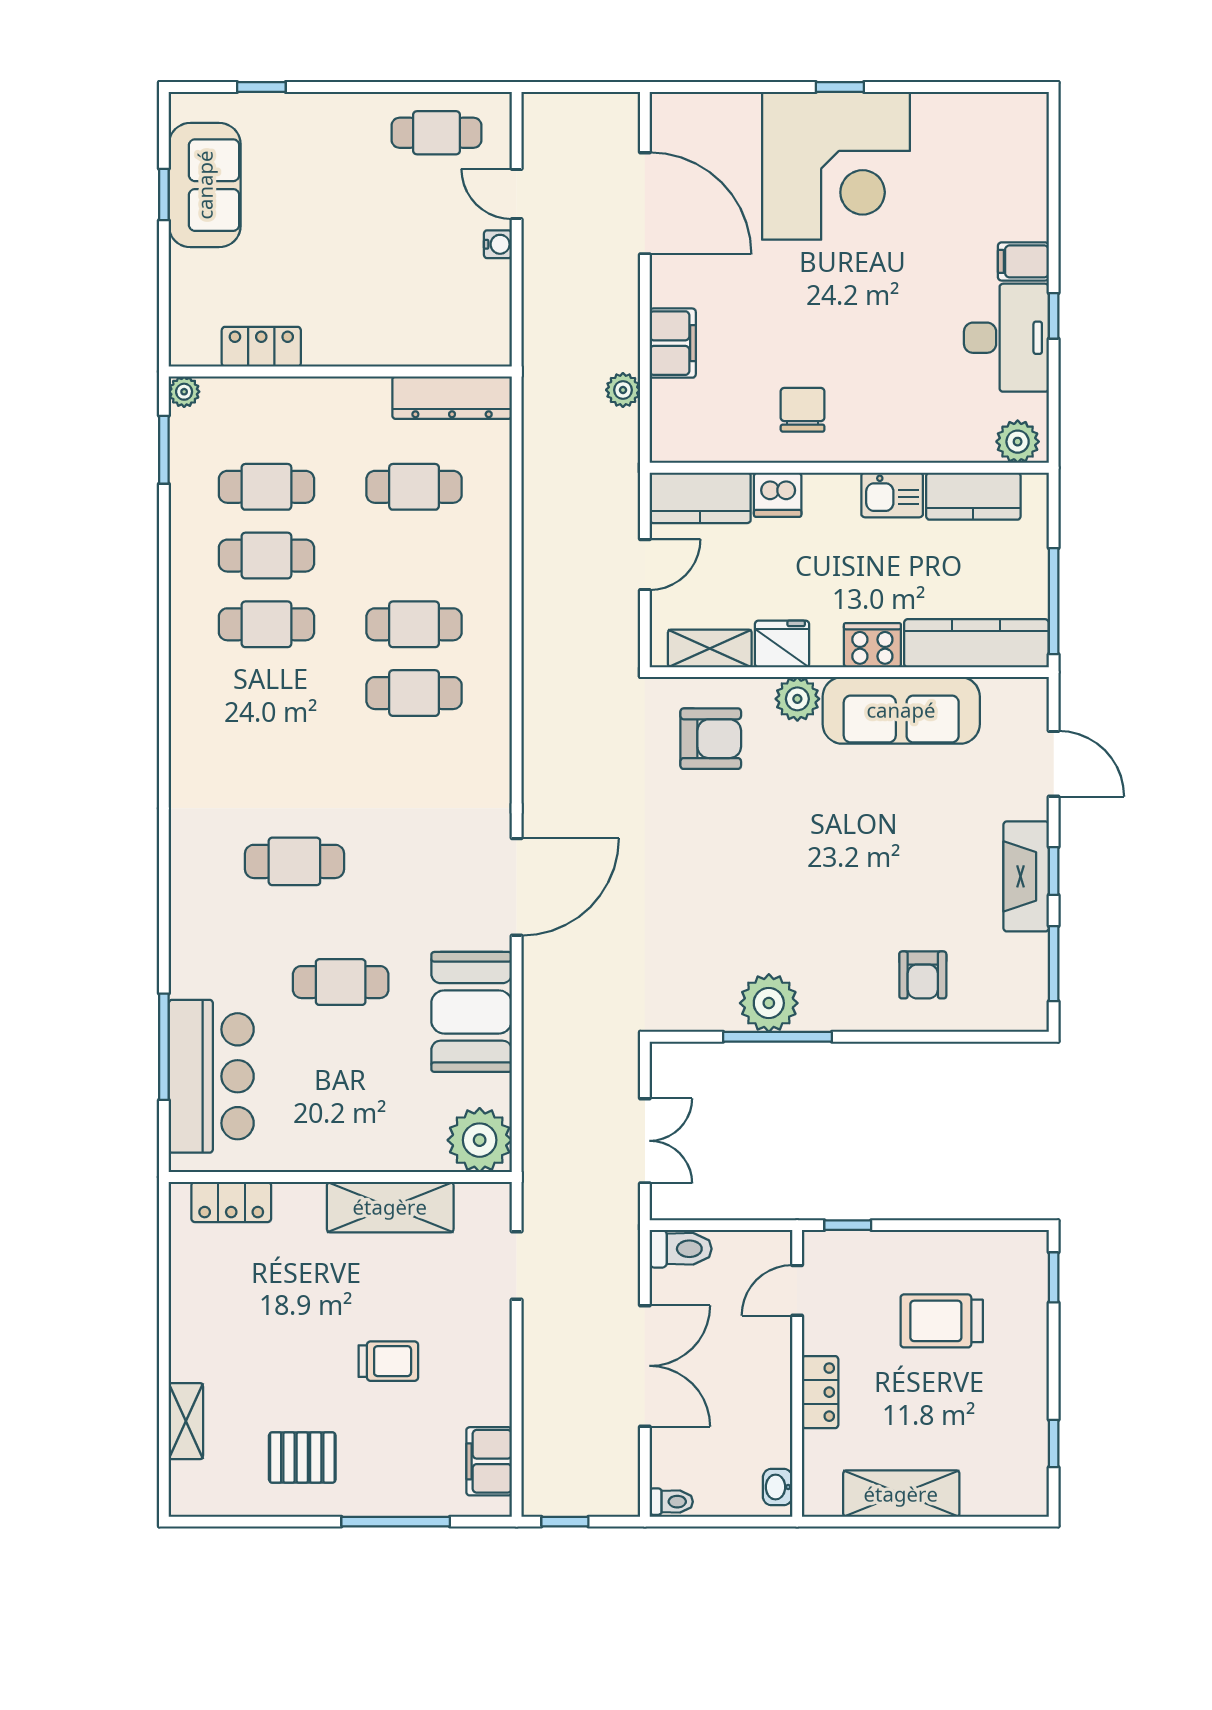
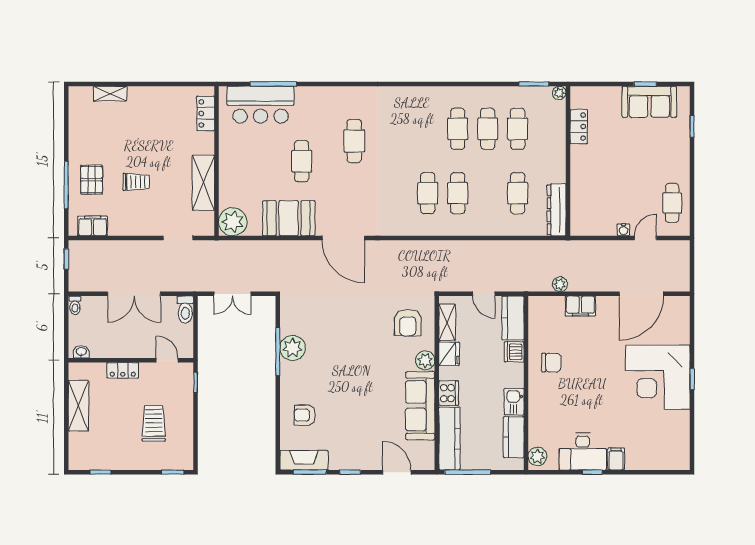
door: (1054, 764) -> (397, 472), swing flipped
fireplace: (1026, 876) -> (304, 460), moved
trolley: (388, 1361) -> (136, 182), turned -90
pallet: (302, 1457) -> (92, 180), moved

